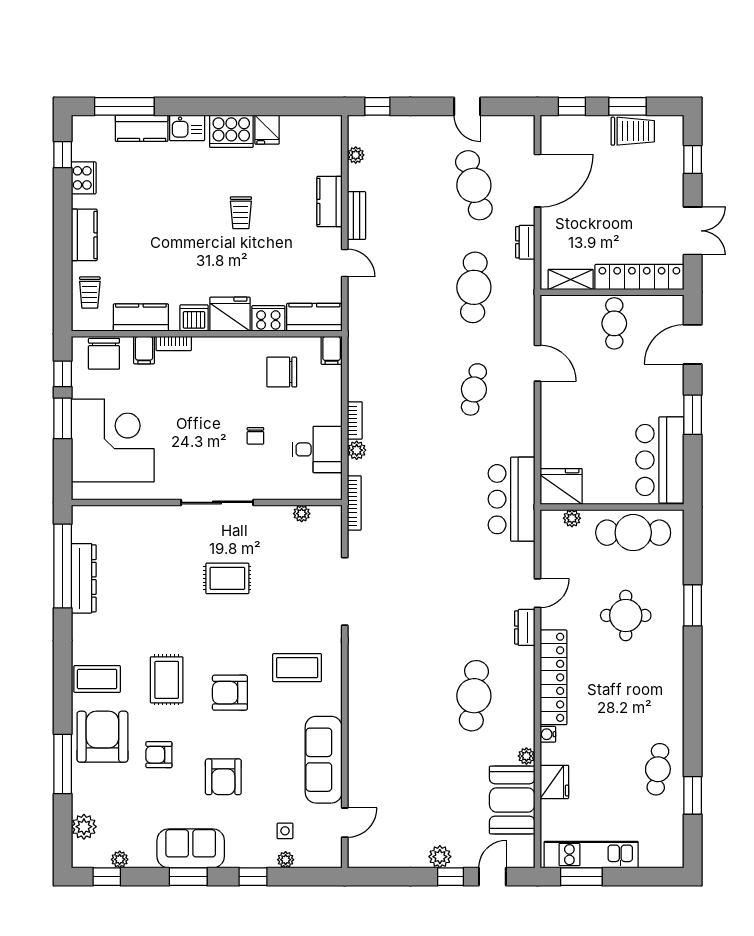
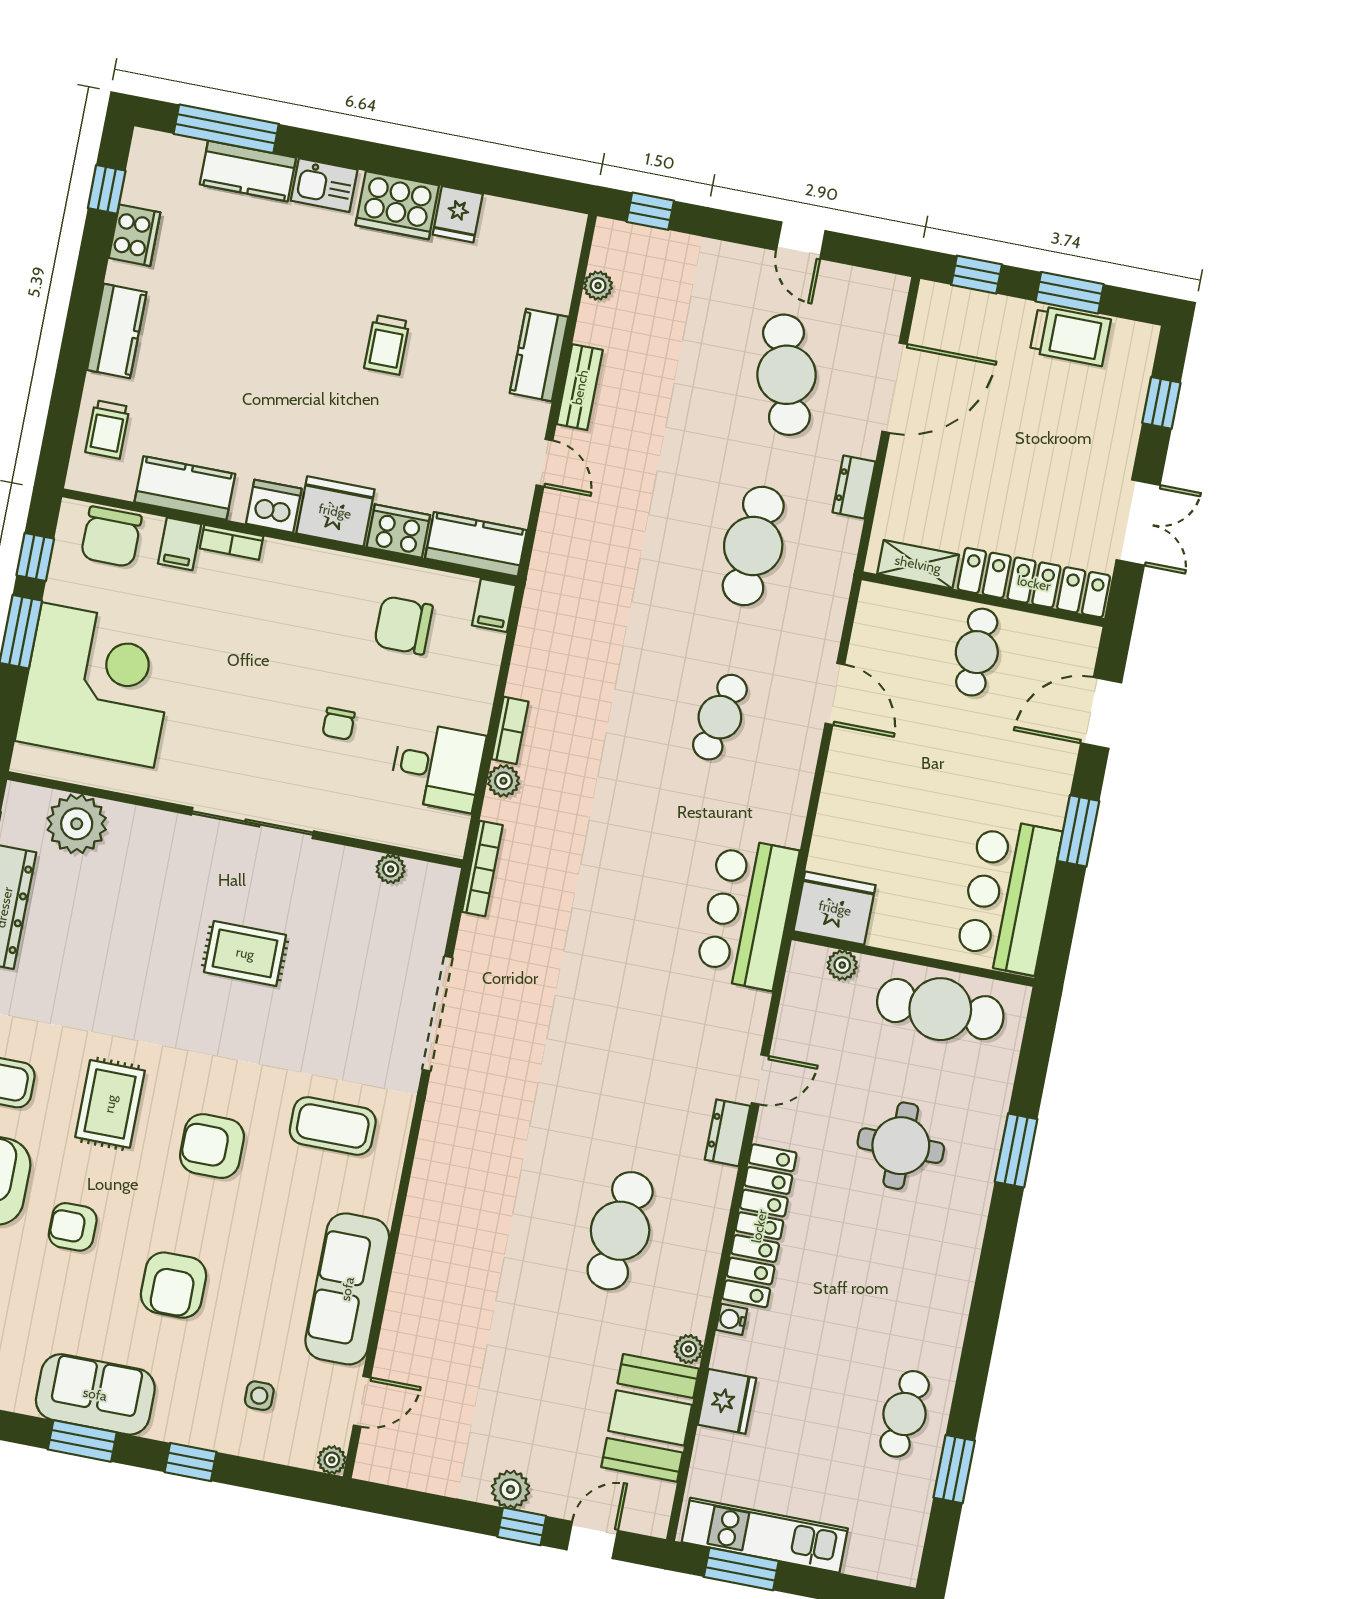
plant: (116, 523) -> (77, 824), added
plant: (286, 860) -> (332, 1460), moved

